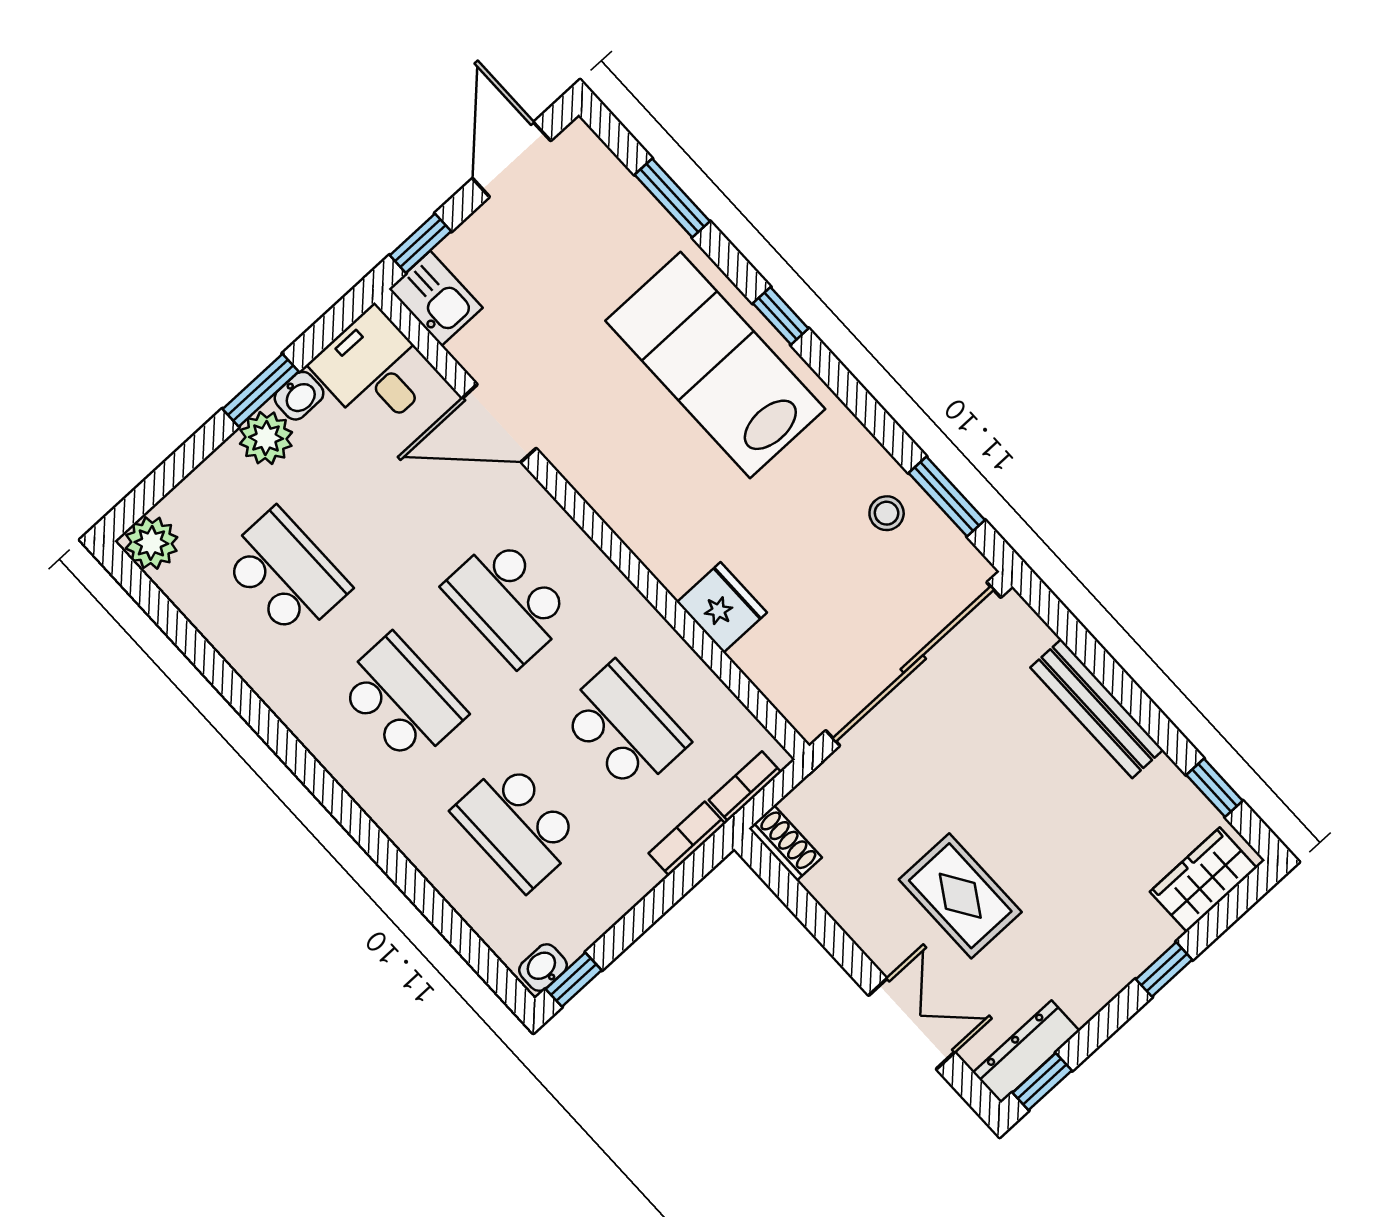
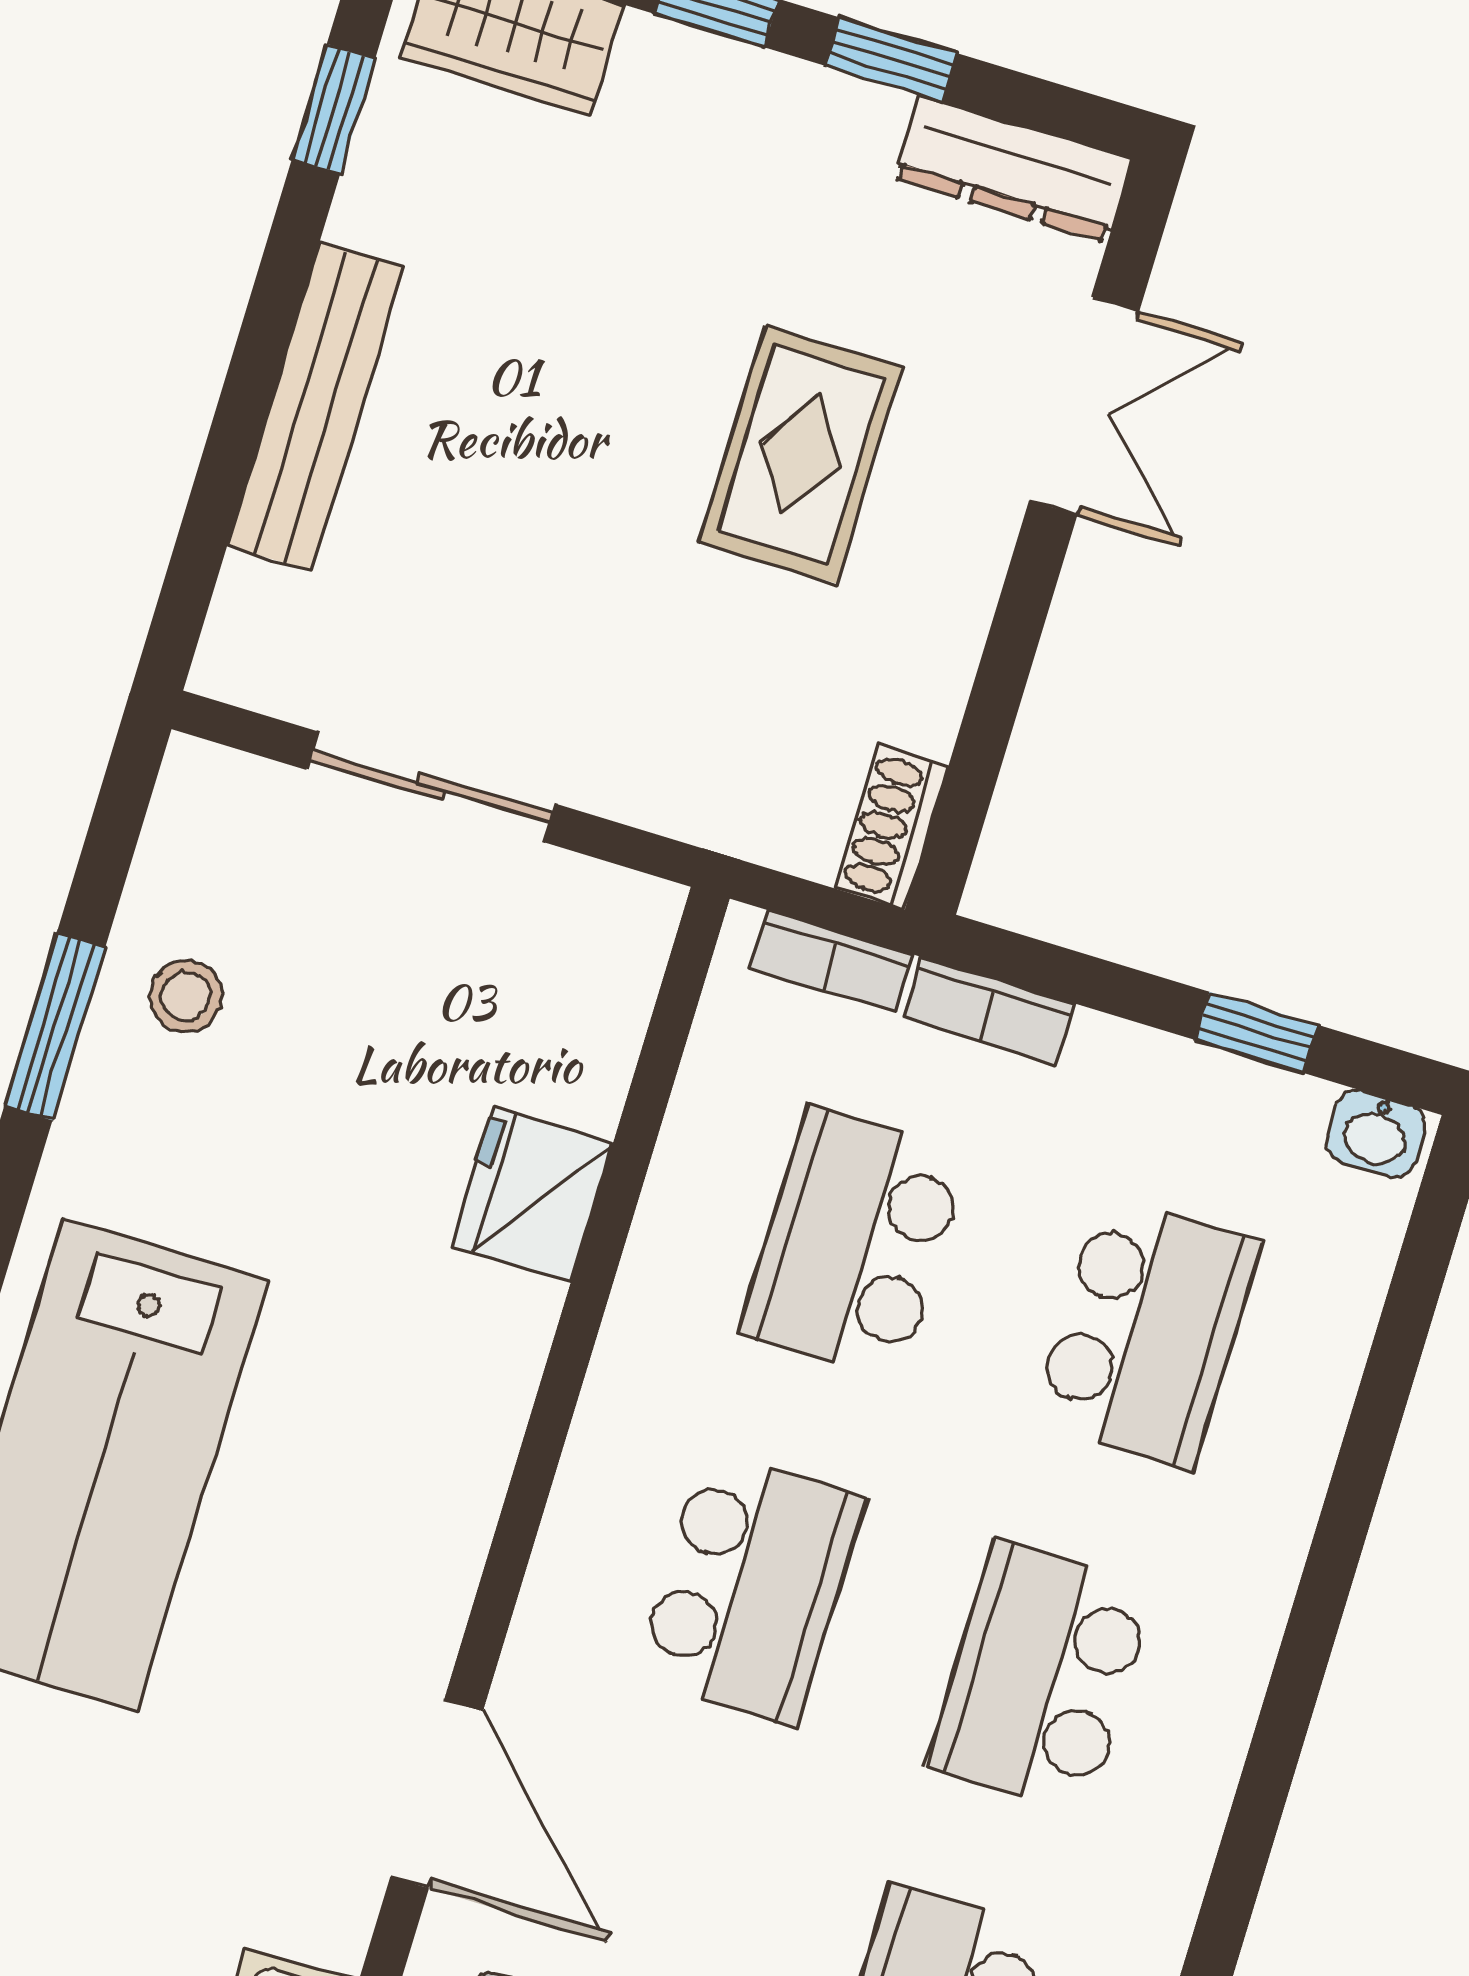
window: (947, 497) -> (55, 1026), moved
sliding door: (913, 664) -> (431, 787), width x0.54
window: (574, 980) -> (1256, 1032), moved
double door: (912, 1024) -> (1084, 406), swing flipped
window: (1042, 1082) -> (891, 59), moved

